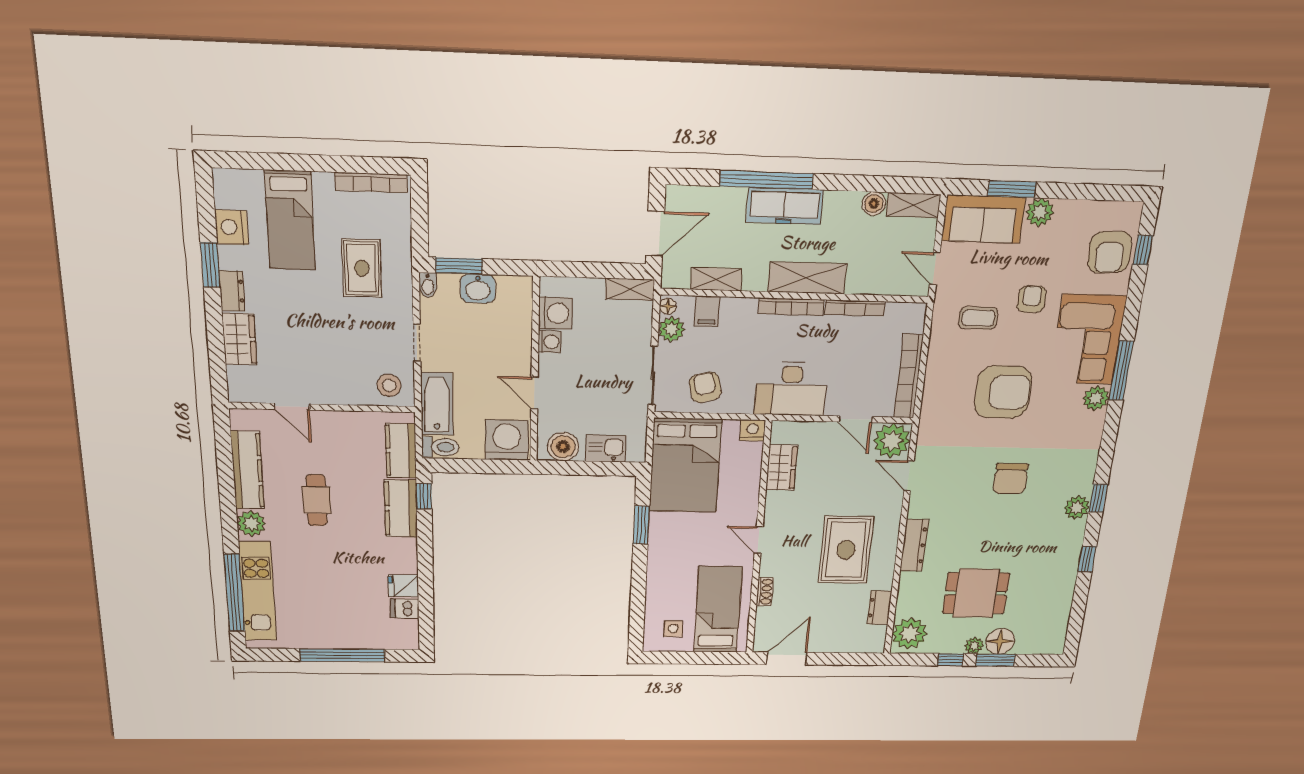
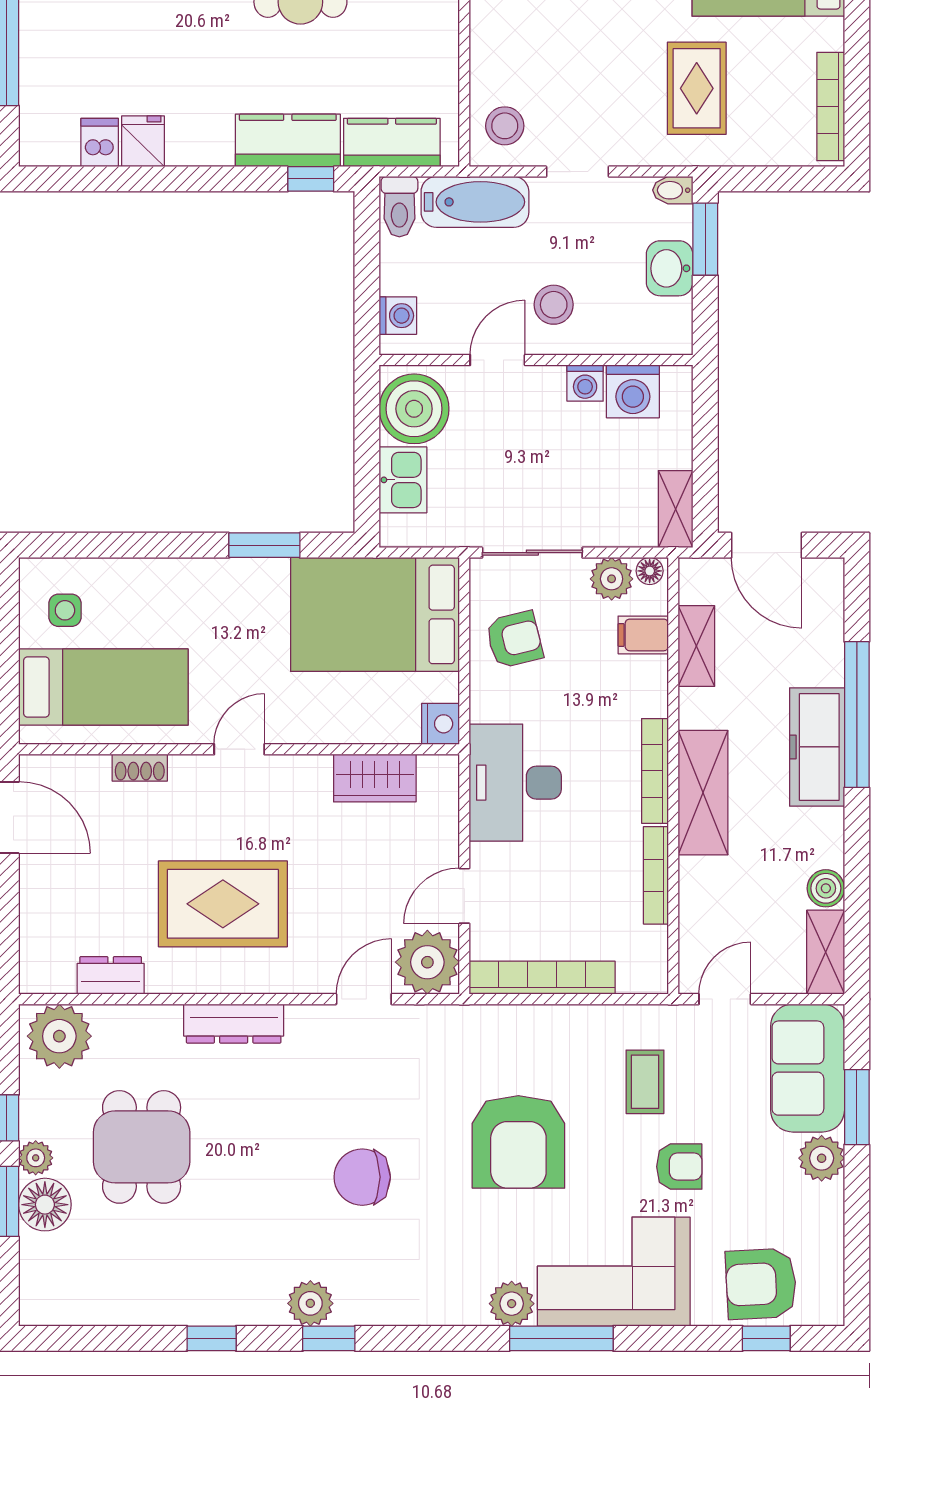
rug: (362, 268) -> (697, 88), turned 90
stool: (501, 359) -> (554, 305), added
washing machine: (507, 440) -> (398, 316), width x0.53, depth x0.53
boiler: (563, 447) -> (414, 409), width x1.37, depth x1.37

